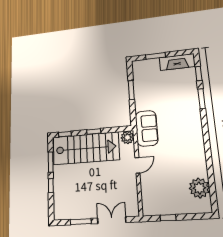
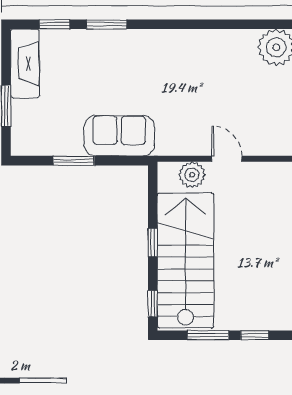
sofa: (147, 128) -> (119, 136), moved
plant: (127, 137) -> (192, 175), moved

